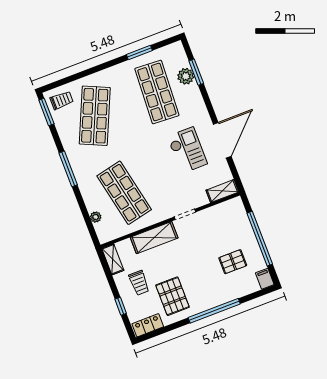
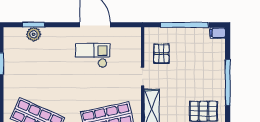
shop shelf: (157, 92) -> (37, 62), removed
shelving: (222, 191) -> (135, 40), removed
pallet: (233, 262) -> (161, 54), moved

